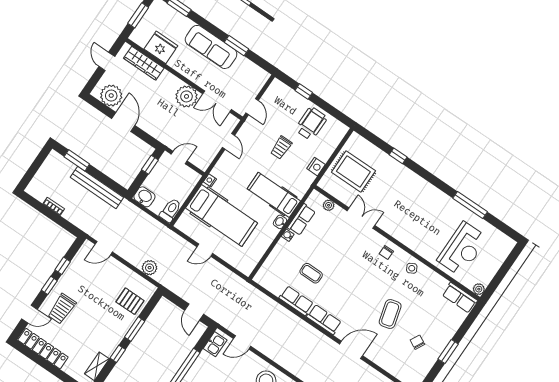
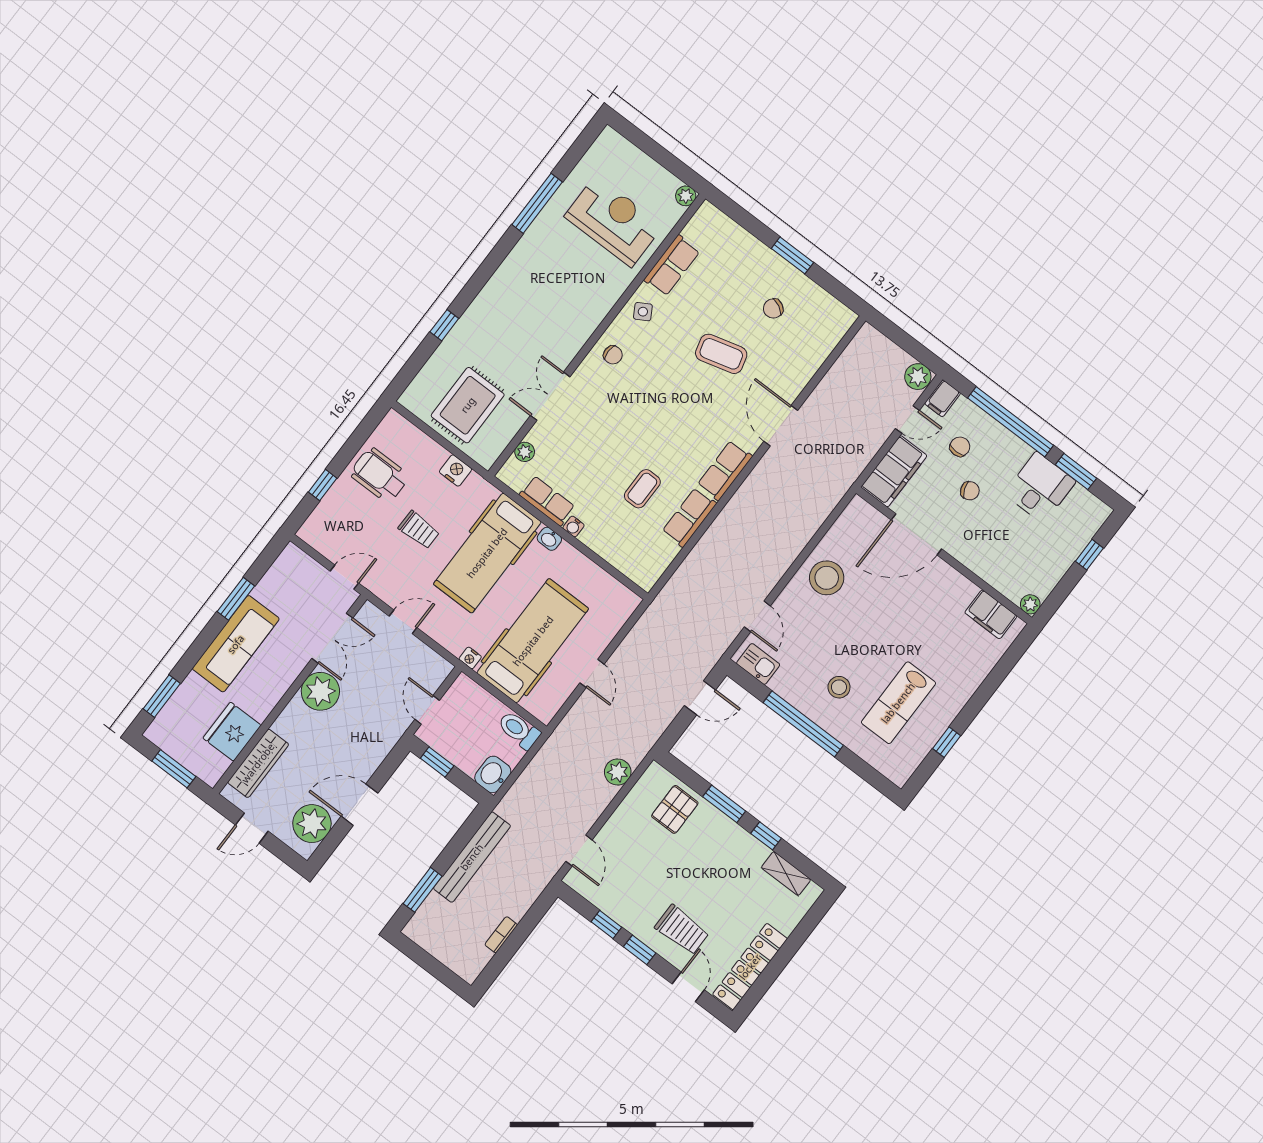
hospital bed: (274, 195) -> (487, 553), width x1.37, depth x1.29
row of seats: (460, 298) -> (672, 265), moved

